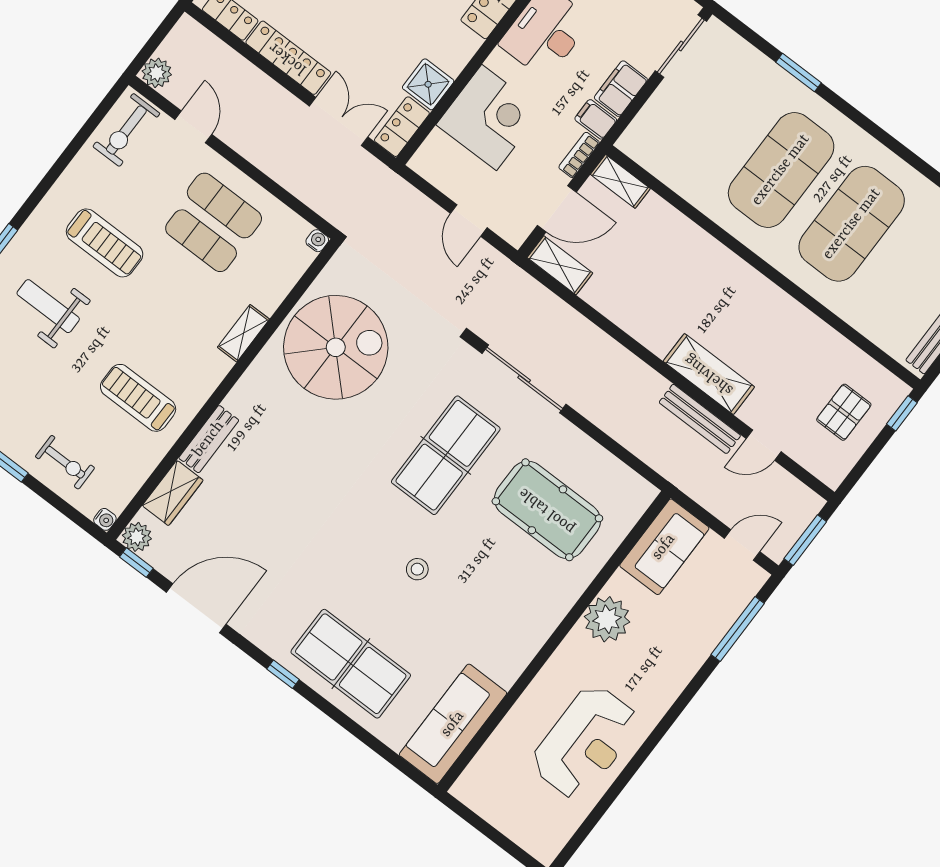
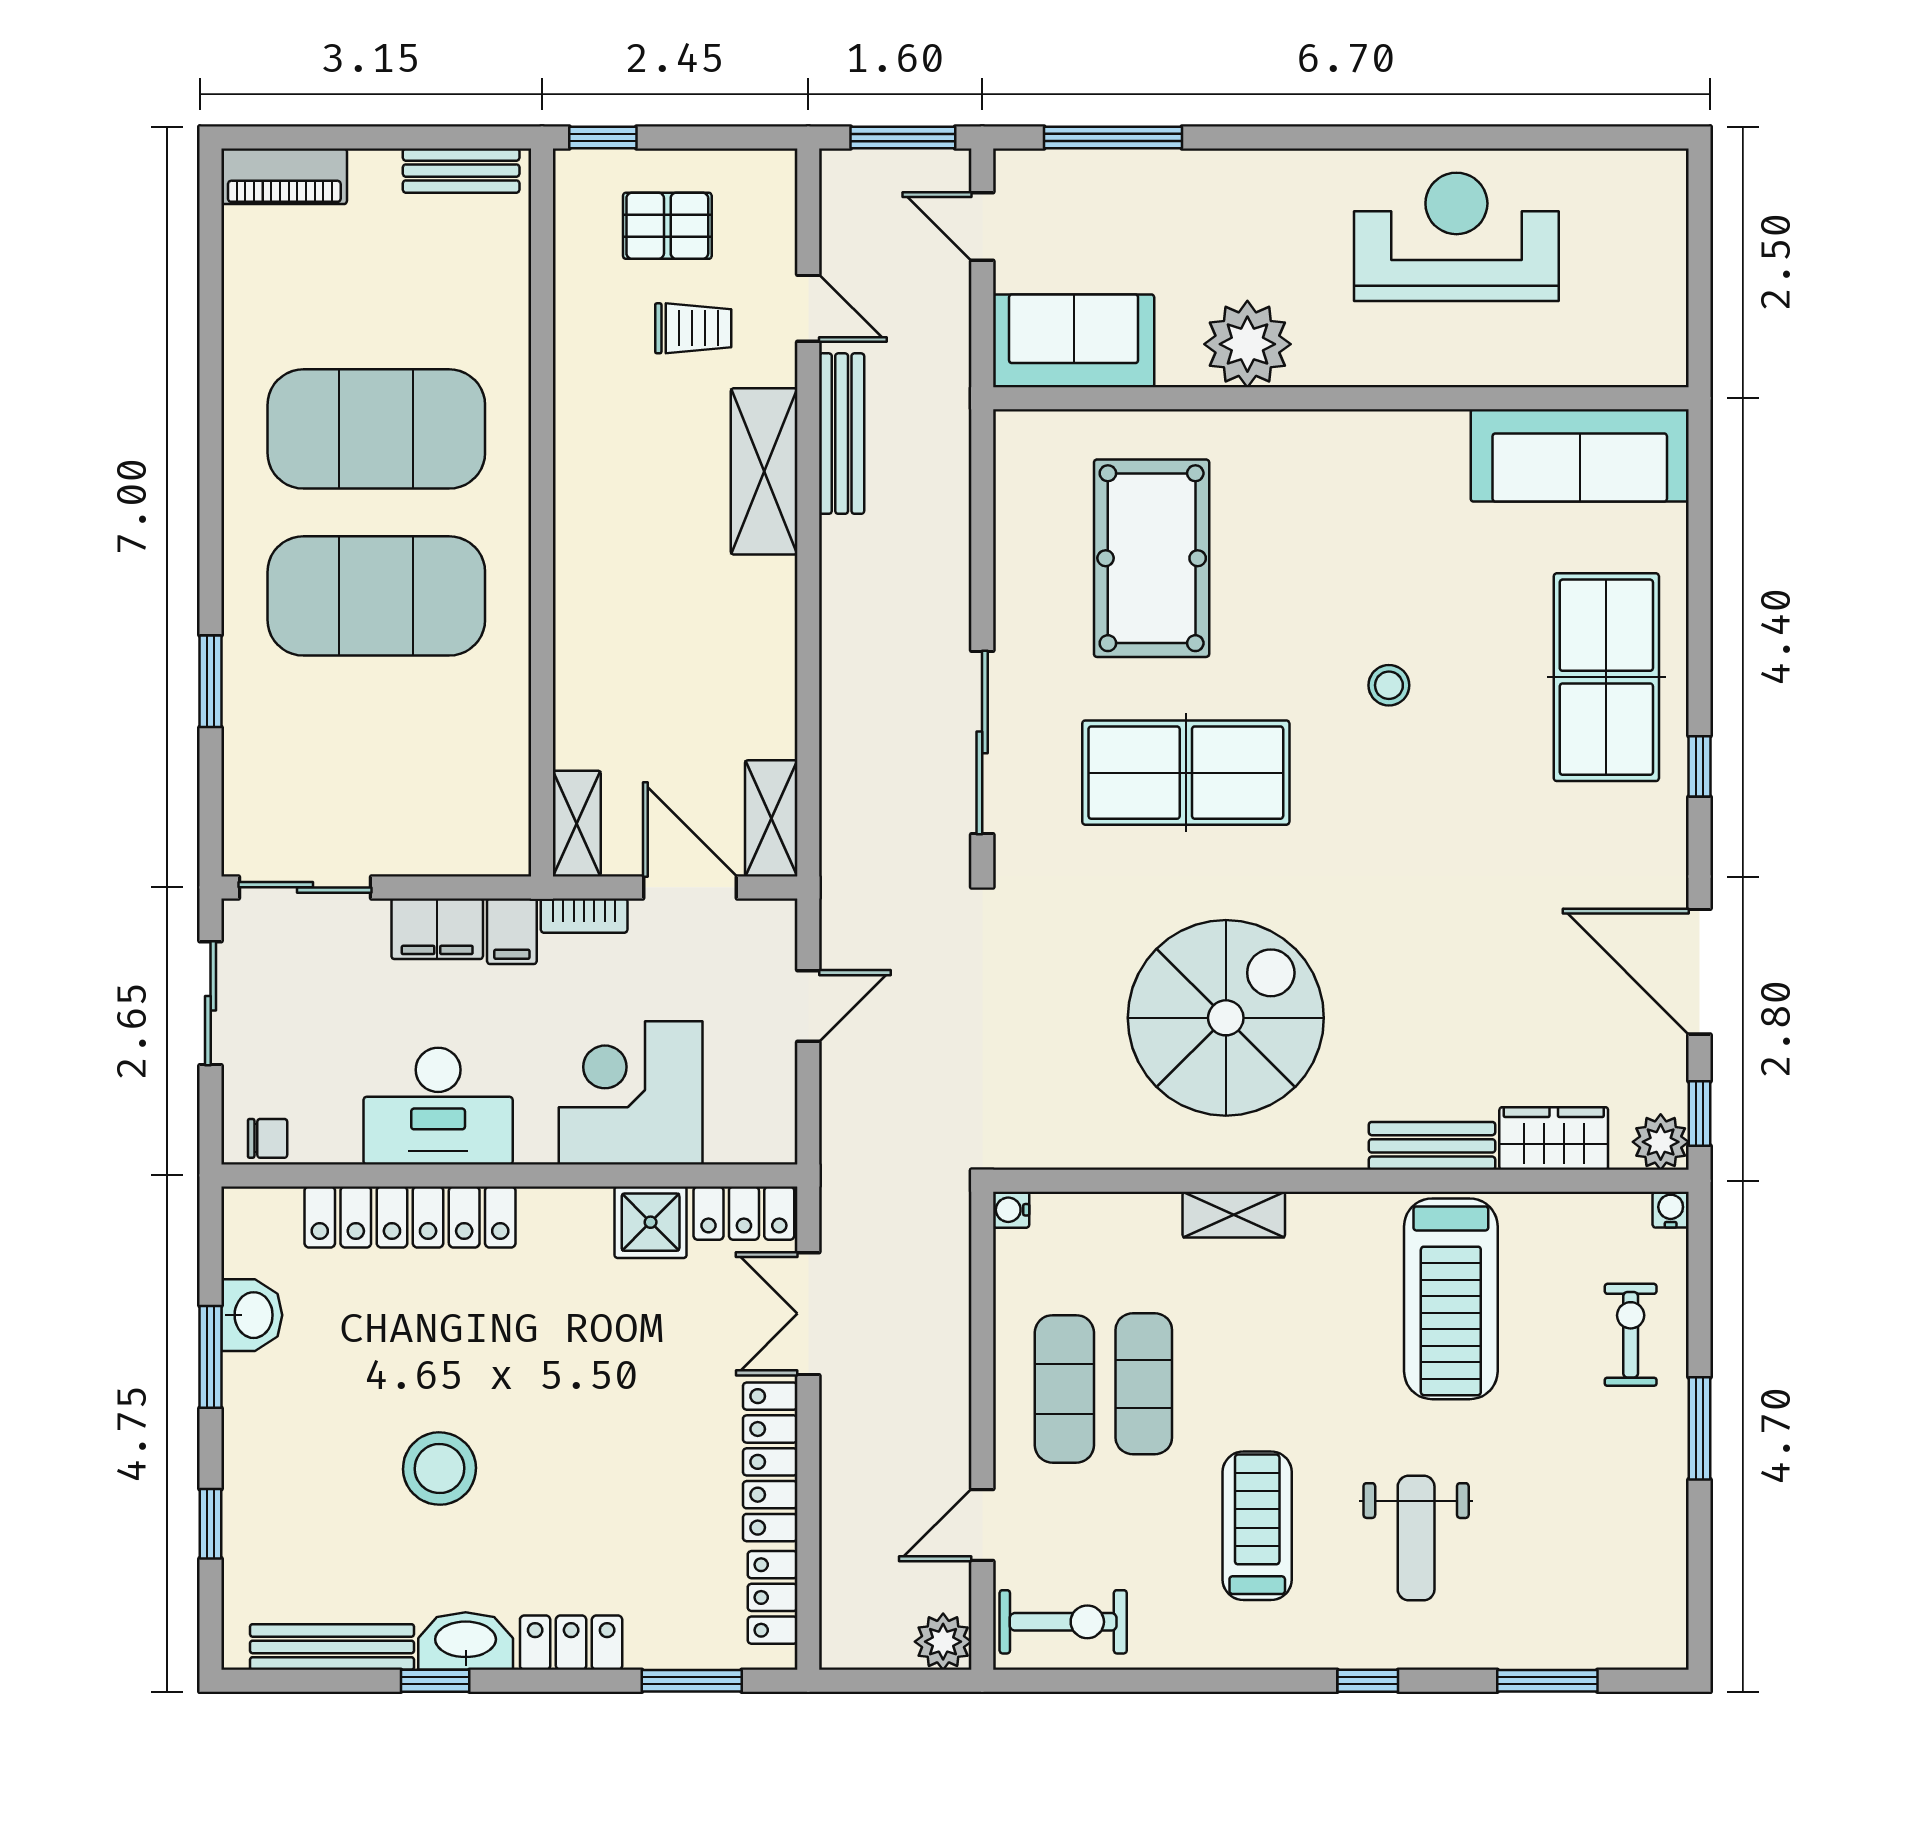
spiral stairs: (336, 347) -> (1226, 1018), moved, turned 90
trolley: (792, 390) -> (693, 328), added
treadmill: (138, 398) -> (1451, 1299), width x1.37, depth x1.38

